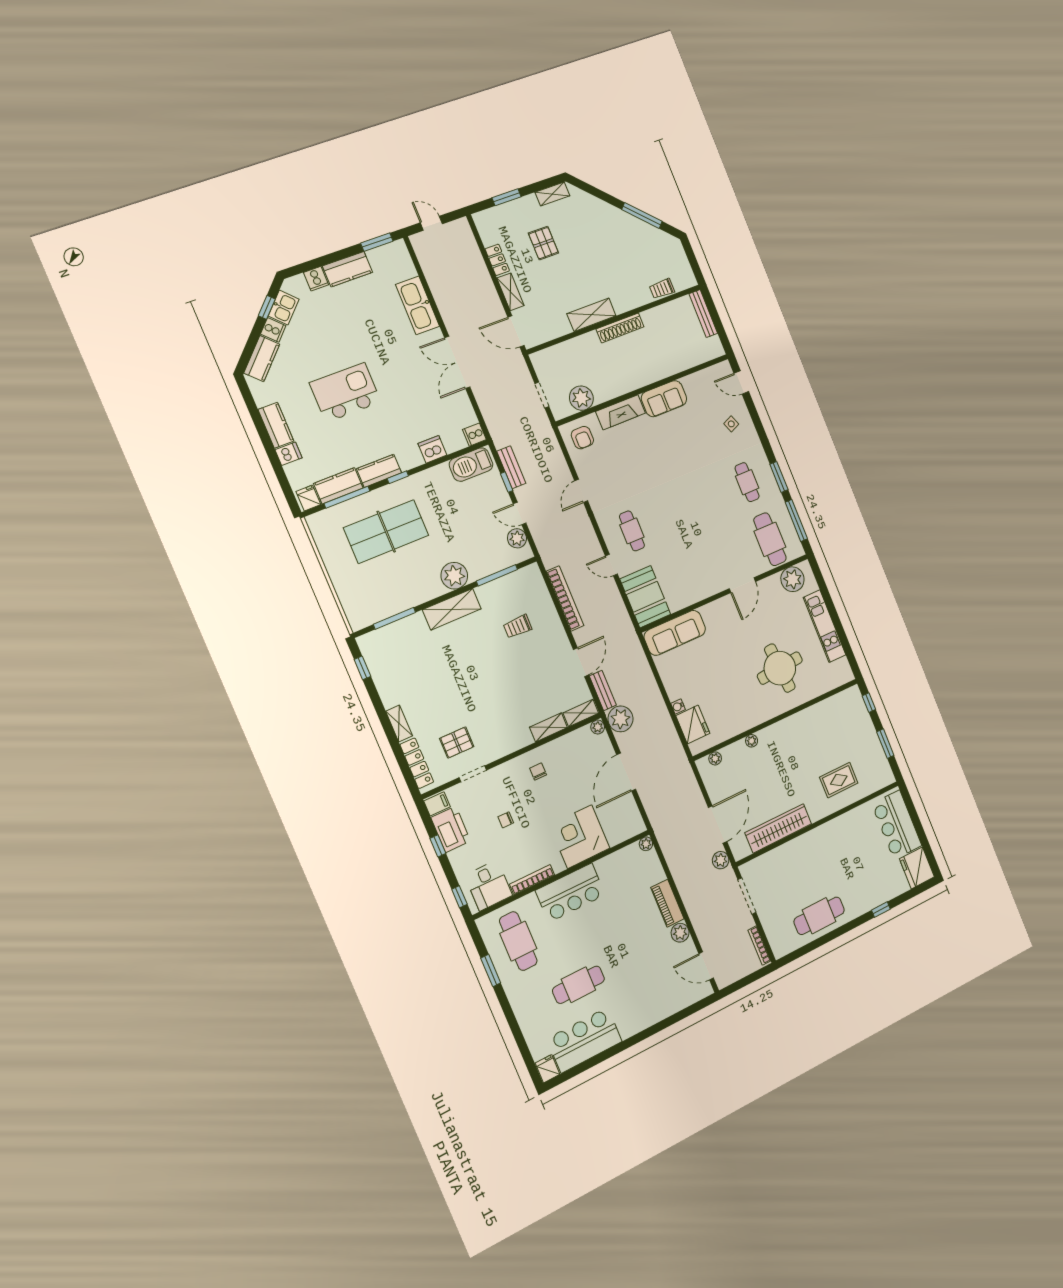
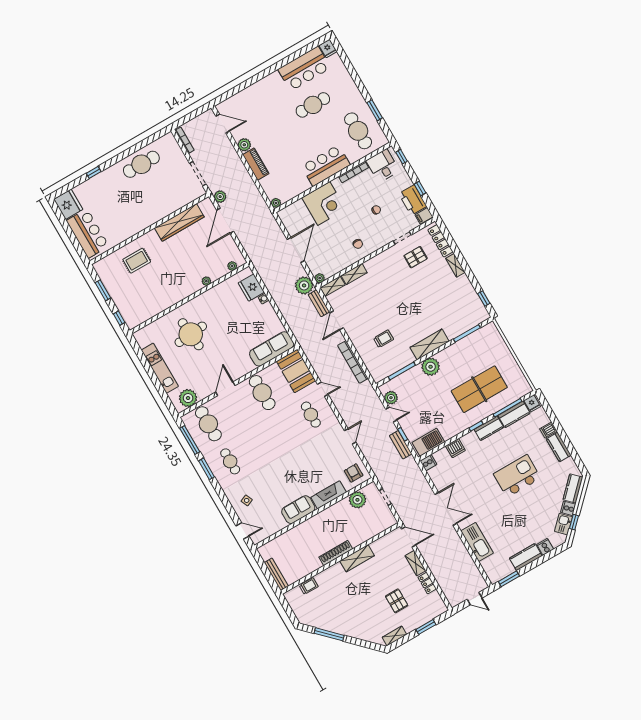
kitchen island: (345, 392) -> (517, 476), turned 180
cafe table: (694, 572) -> (262, 393), added

